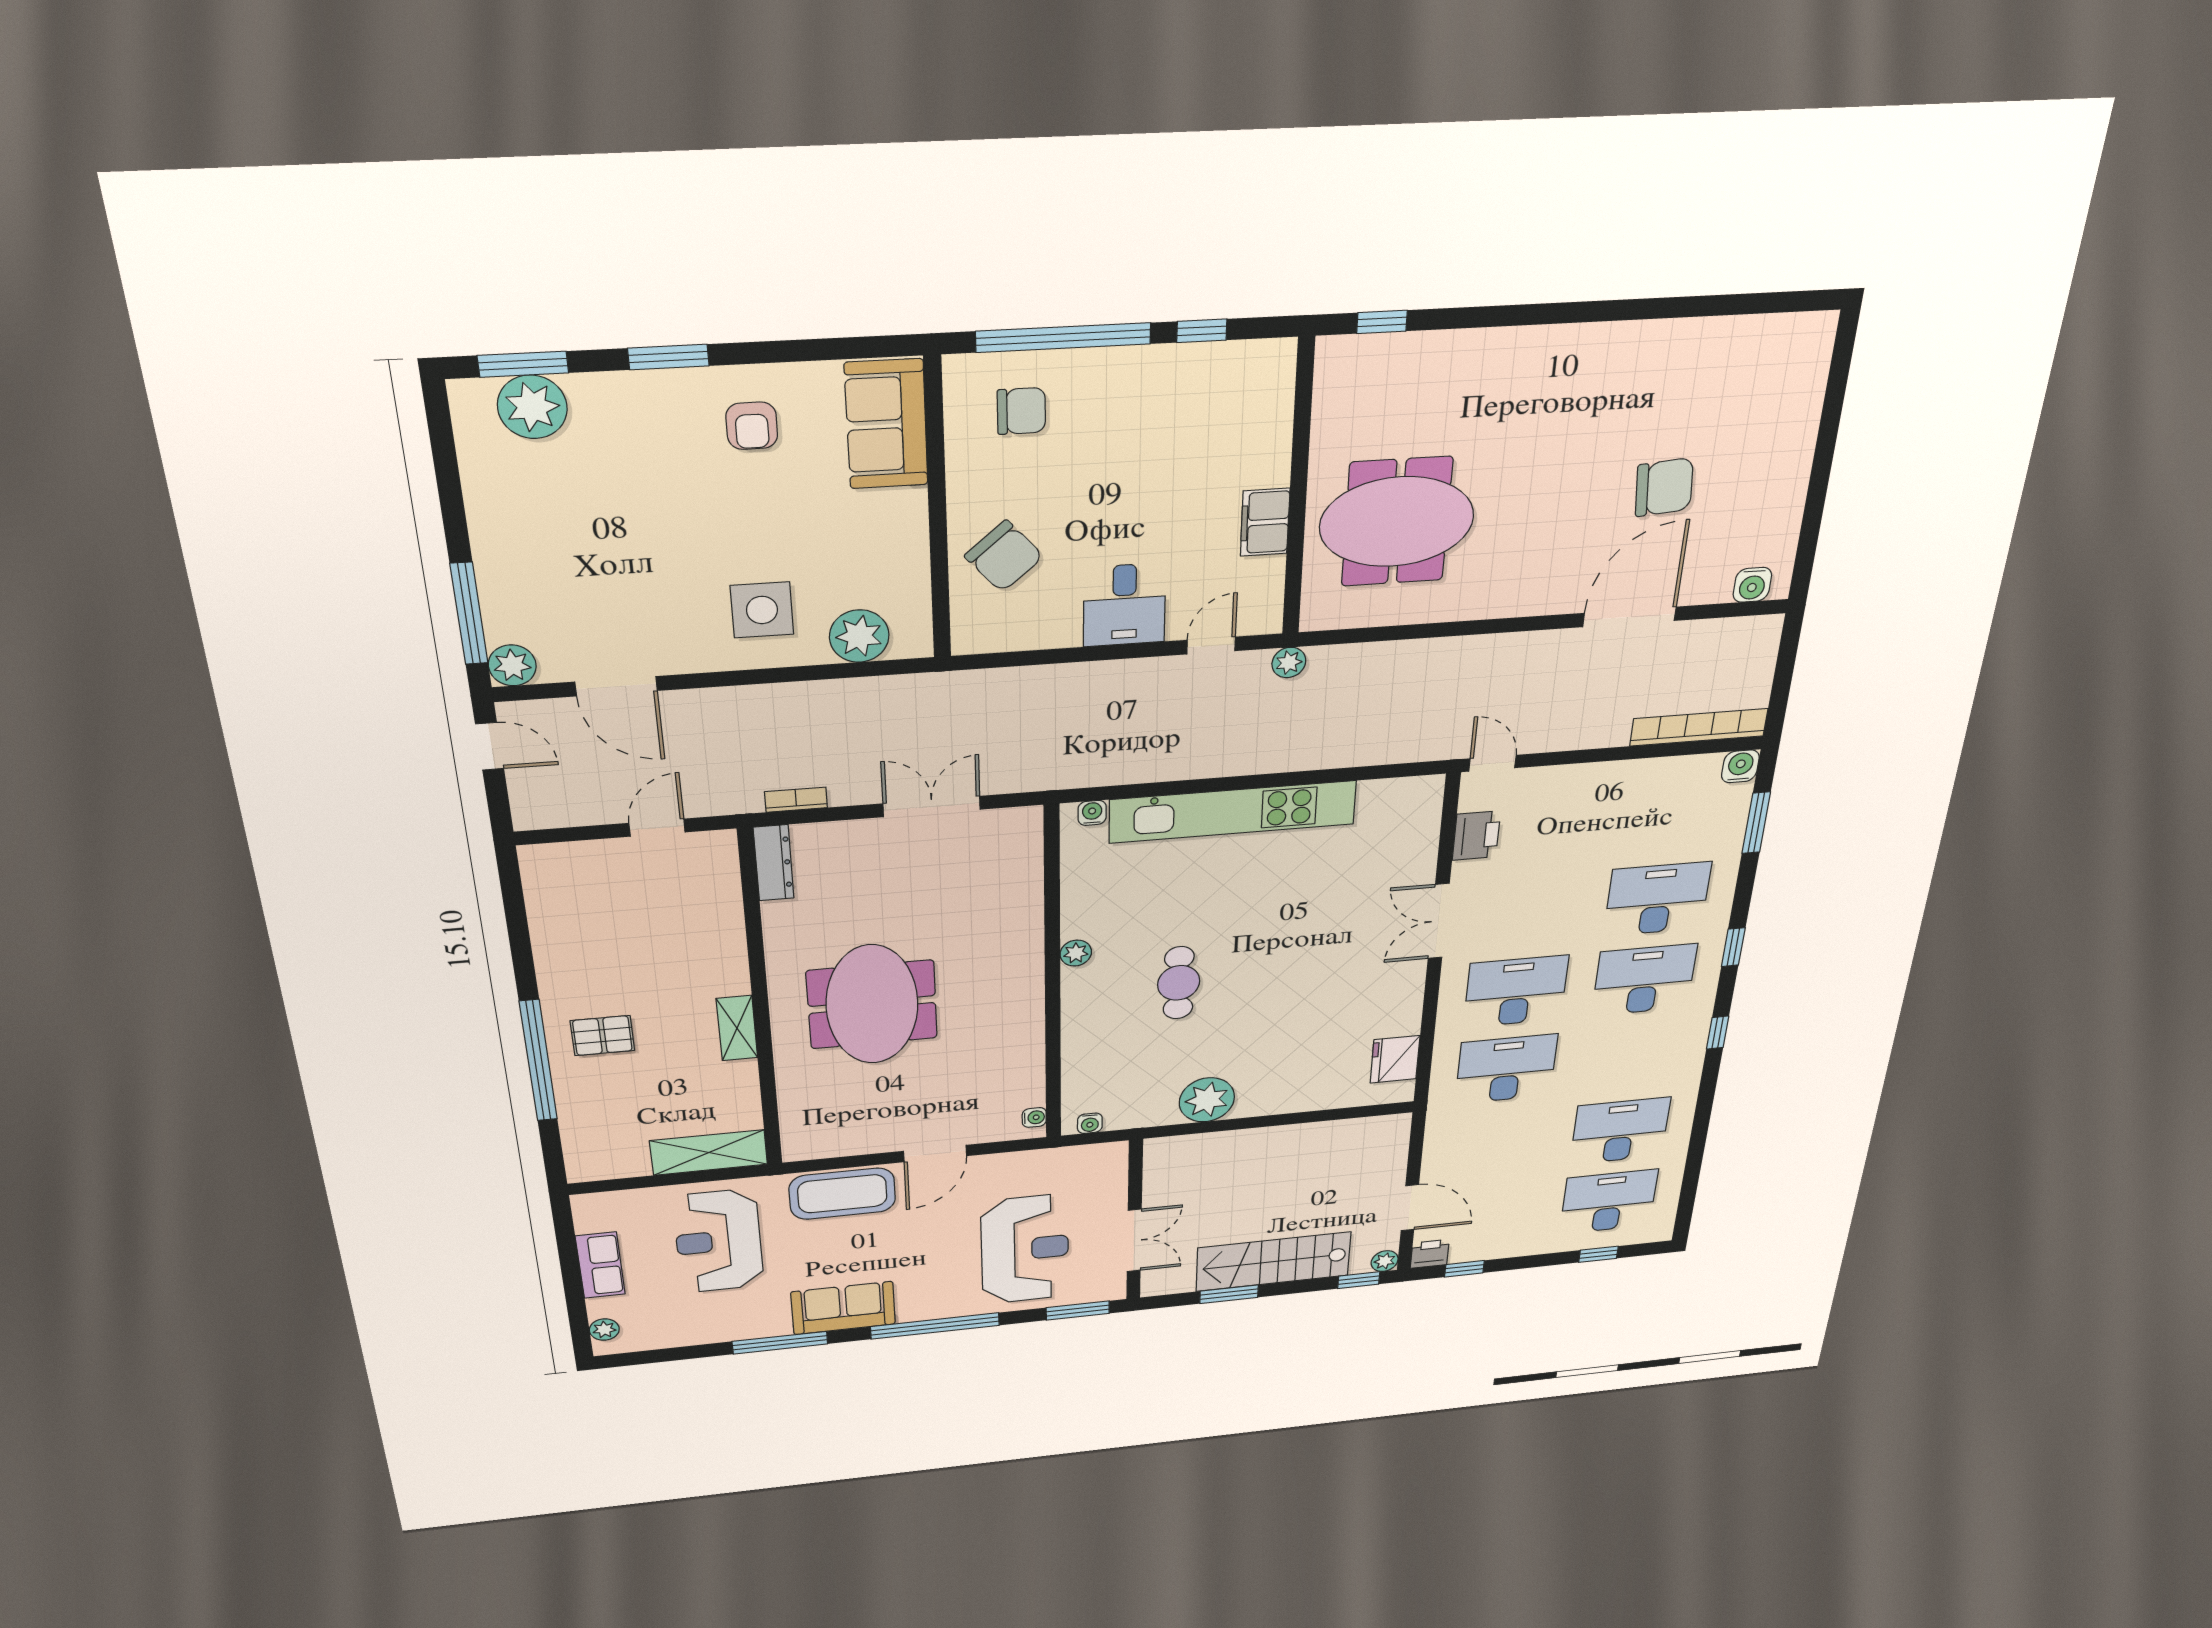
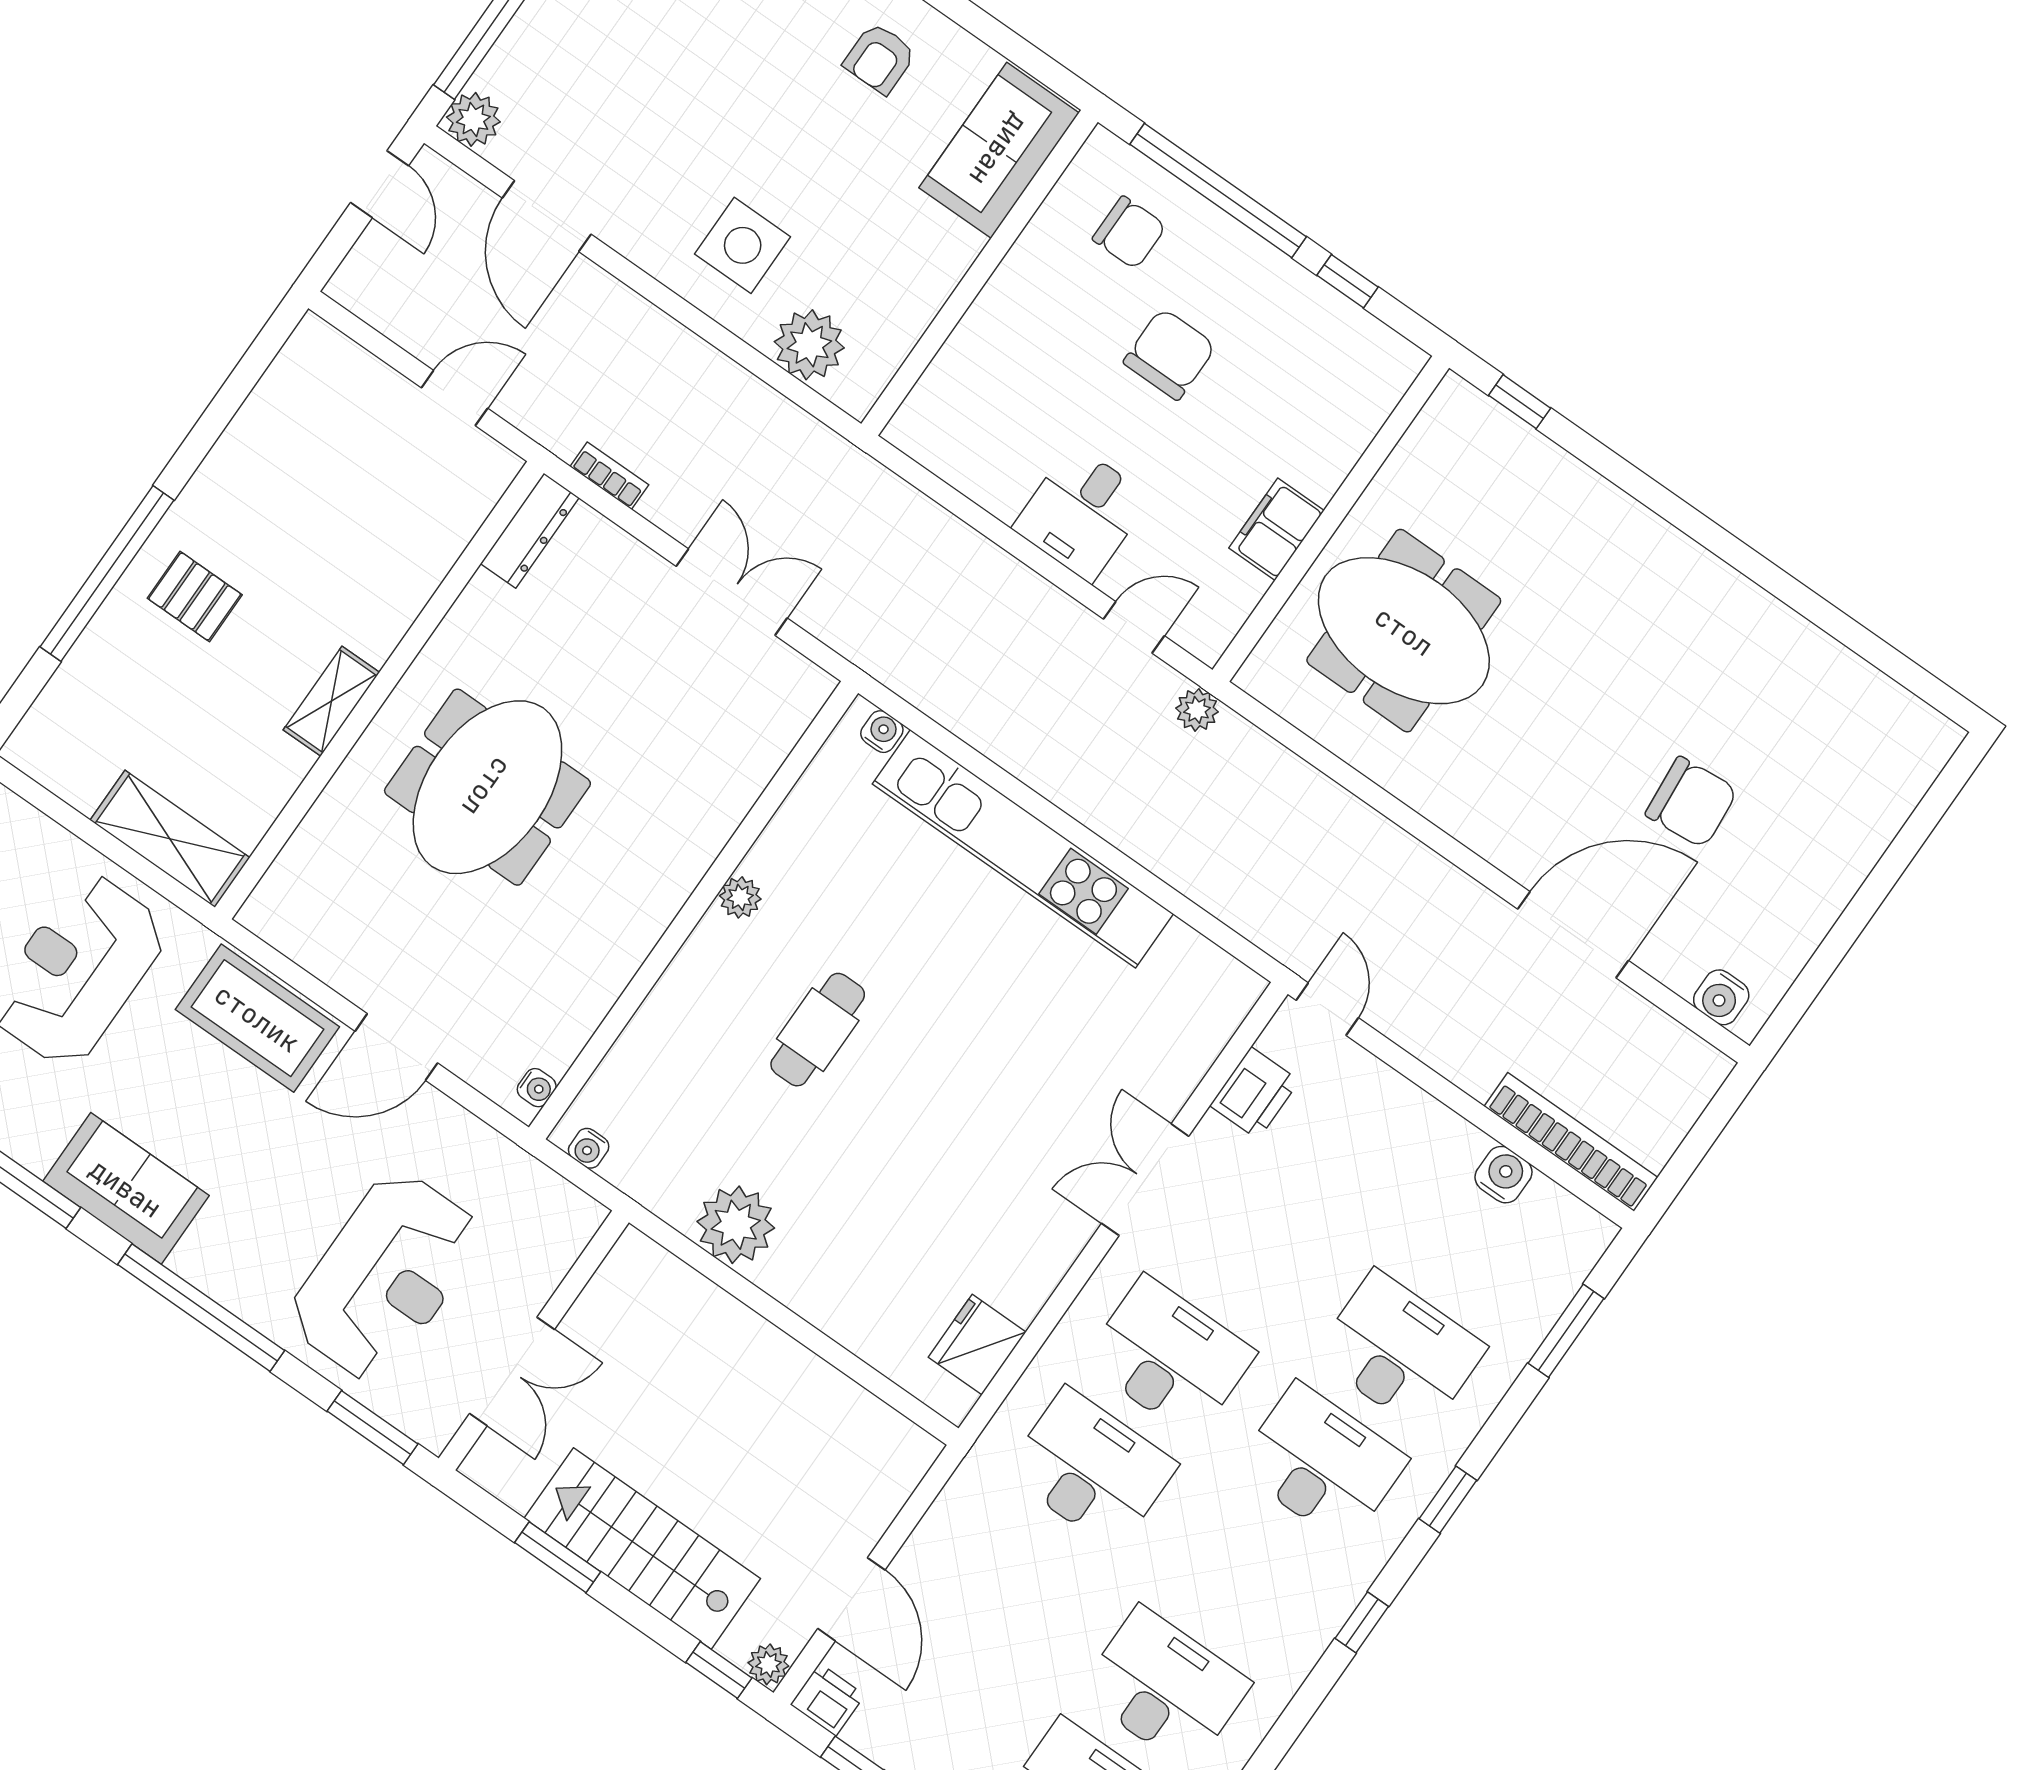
chair: (1004, 556) -> (1170, 354), moved, turned -139
water cooler: (1740, 766) -> (1503, 1175), moved

